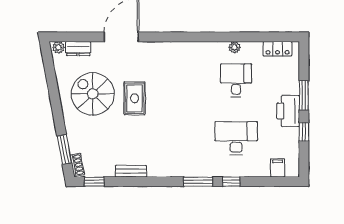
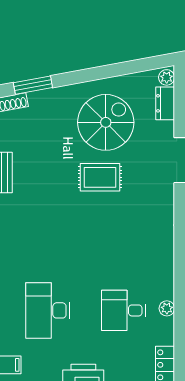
desk: (236, 80) -> (123, 310), turned 180
desk: (236, 138) -> (48, 310), turned 180

